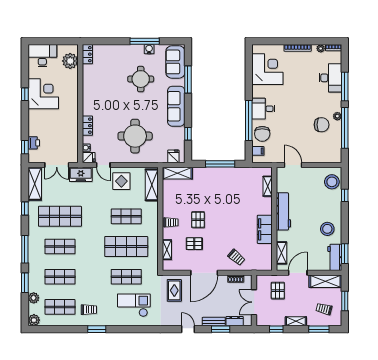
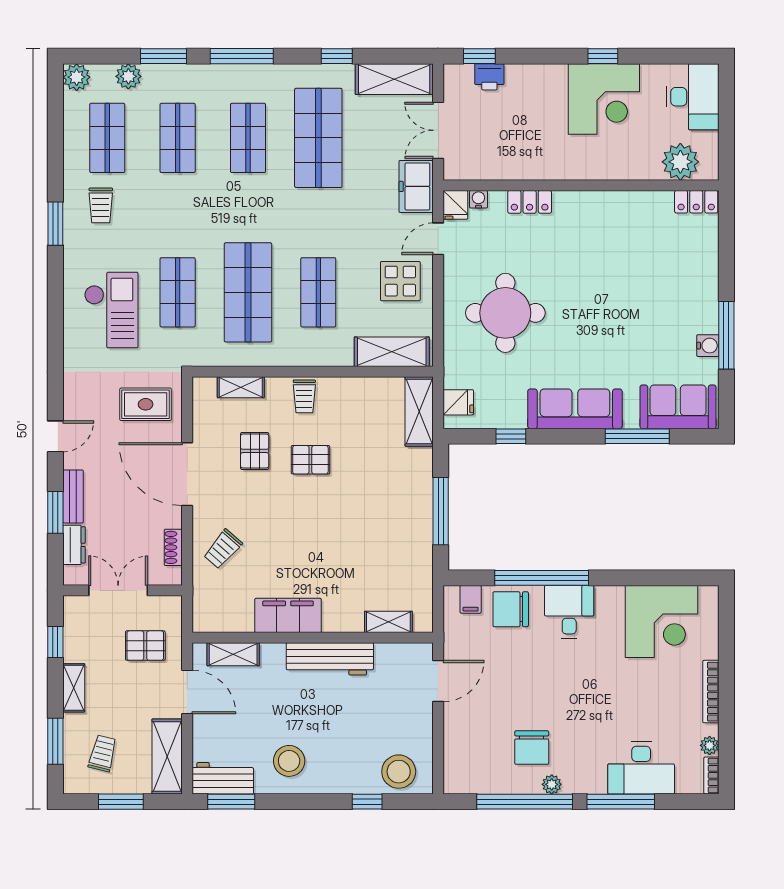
round table: (141, 79) -> (638, 326), removed

